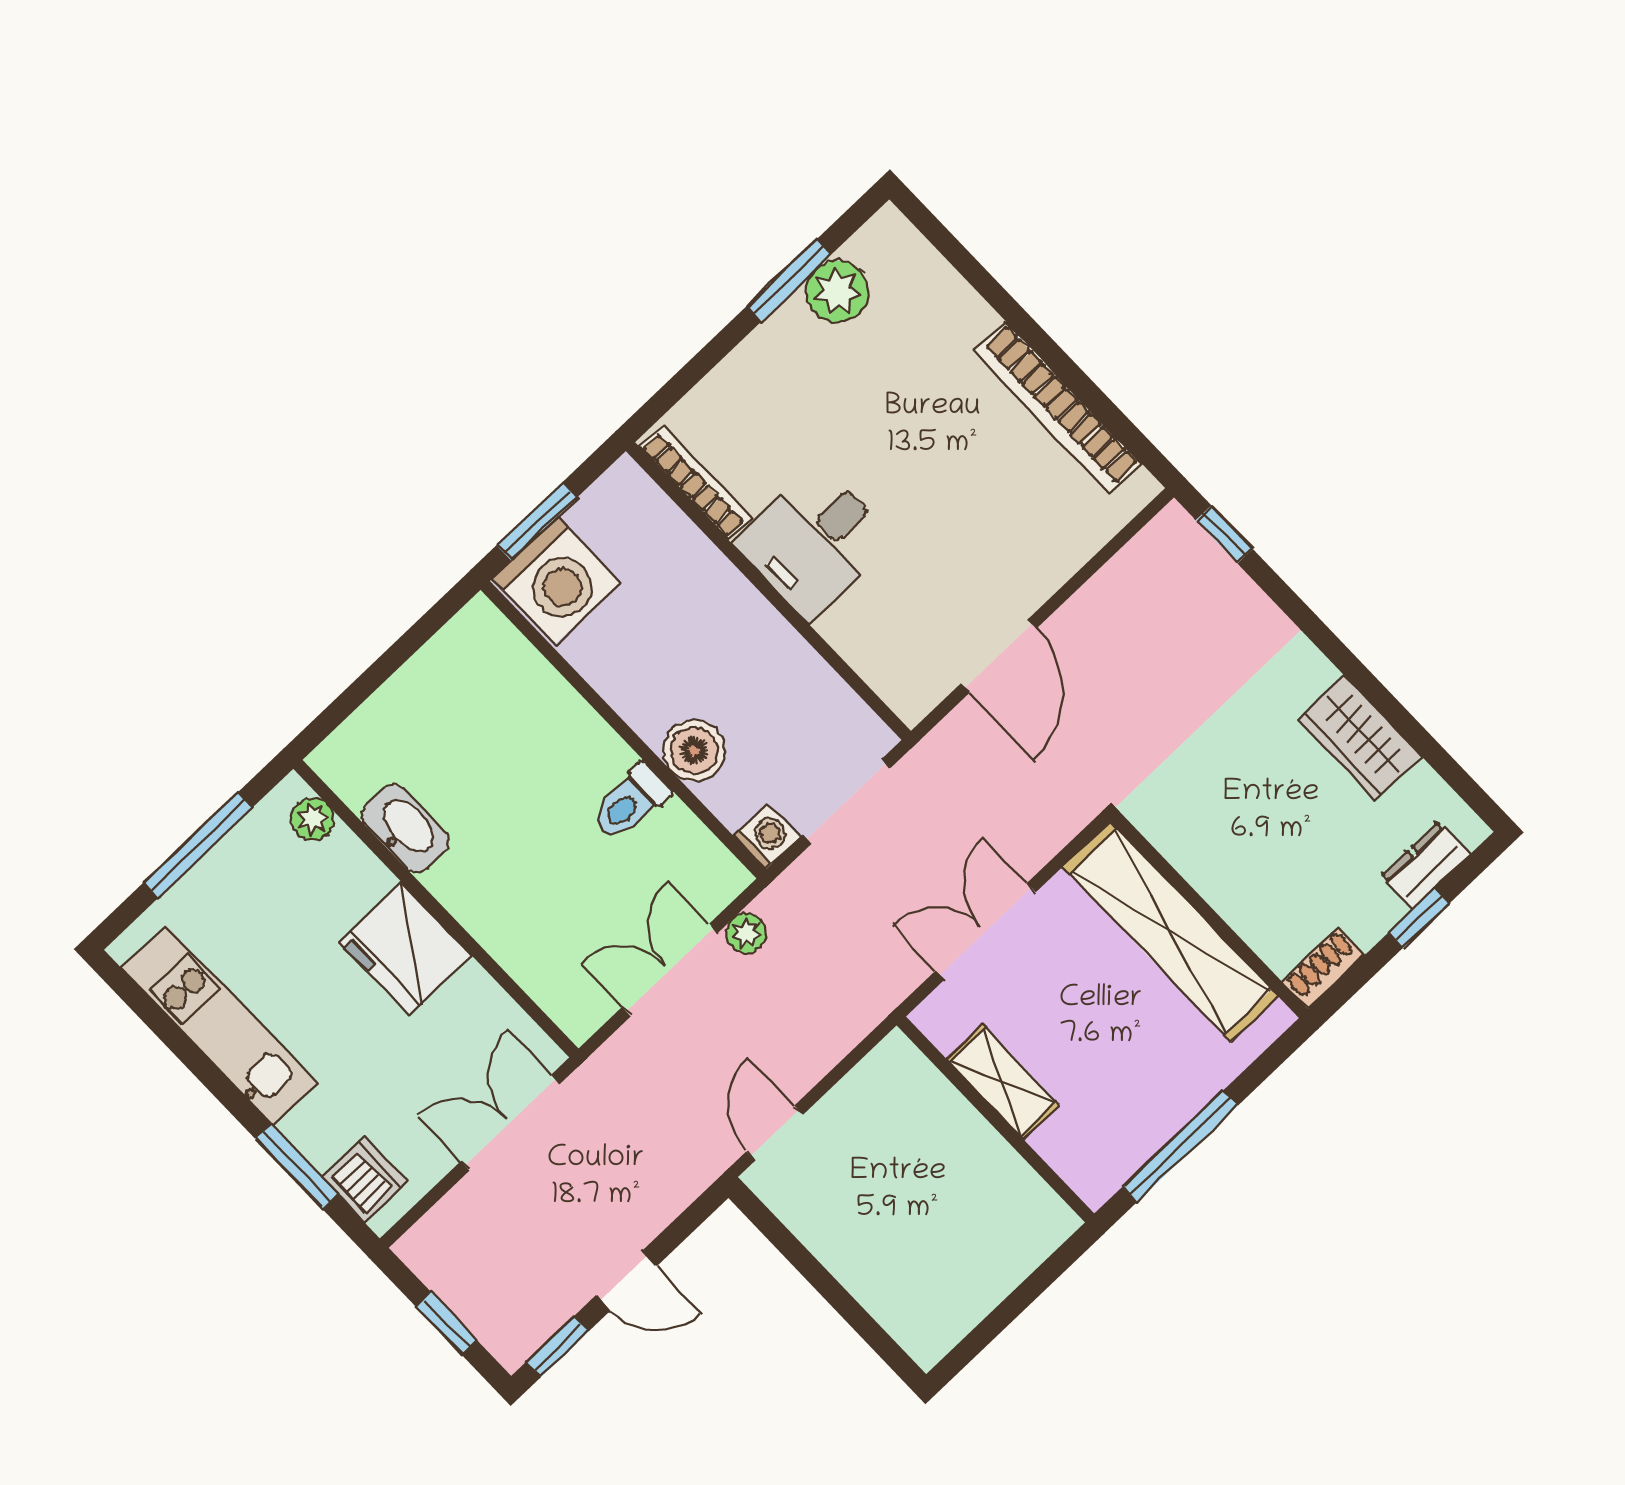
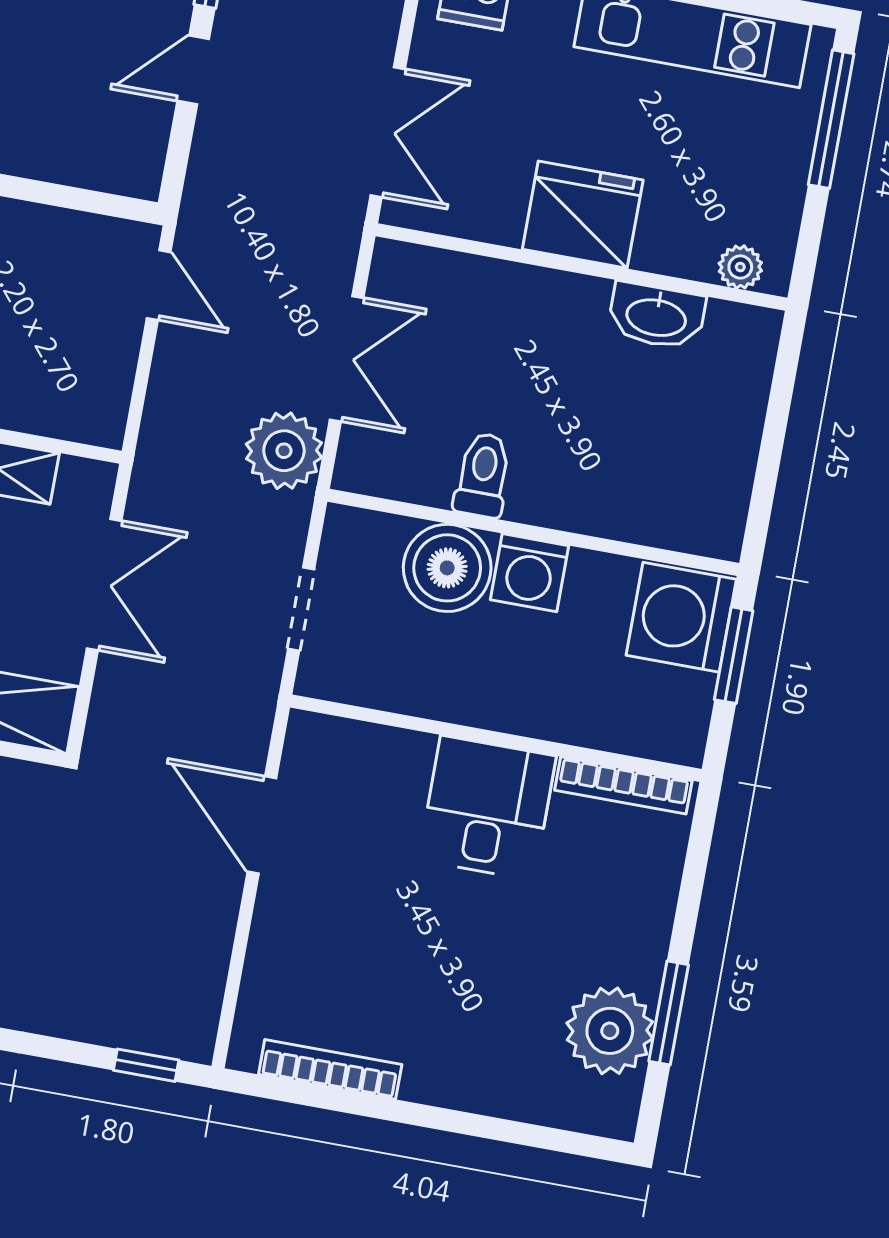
plant: (837, 292) -> (610, 1031), width x1.36, depth x1.36
bookcase: (1058, 408) -> (330, 1069), width x0.68, depth x0.76
boiler: (694, 750) -> (447, 568), width x1.37, depth x1.37
doorway: (847, 801) -> (301, 609), width x0.73
washing machine: (766, 837) -> (530, 573), moved, width x1.38, depth x1.38
window: (198, 845) -> (831, 119), moved
plant: (746, 933) -> (284, 451), width x1.87, depth x1.87

